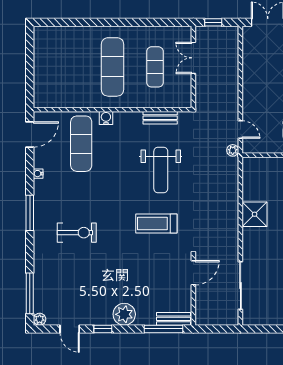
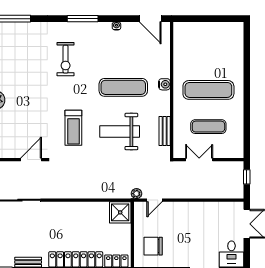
double door: (193, 58) -> (199, 160), moved
exercise mat: (81, 144) -> (123, 87), moved
shower: (255, 214) -> (120, 212), moved
treadmill: (156, 223) -> (73, 128), turned 180
door: (193, 273) -> (31, 160), swing flipped

